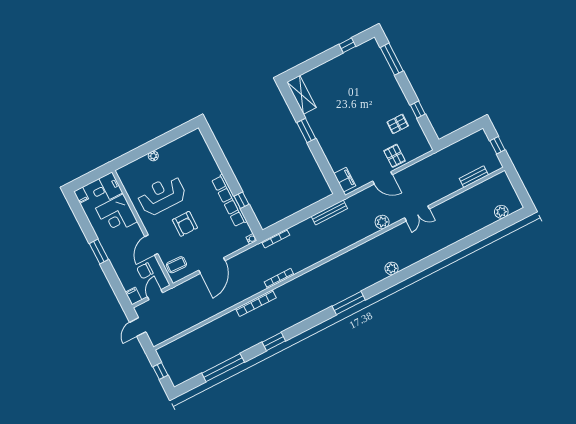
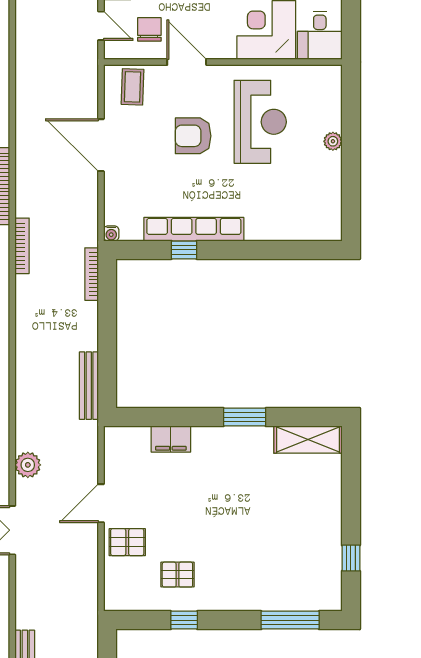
pallet: (398, 124) -> (177, 575), turned 90
filing cabinet: (345, 180) -> (171, 439), moved

